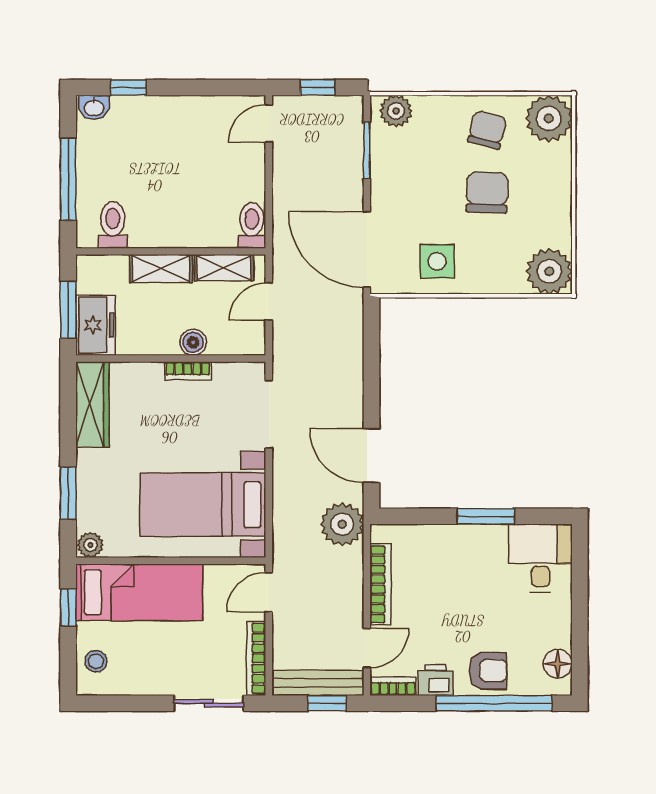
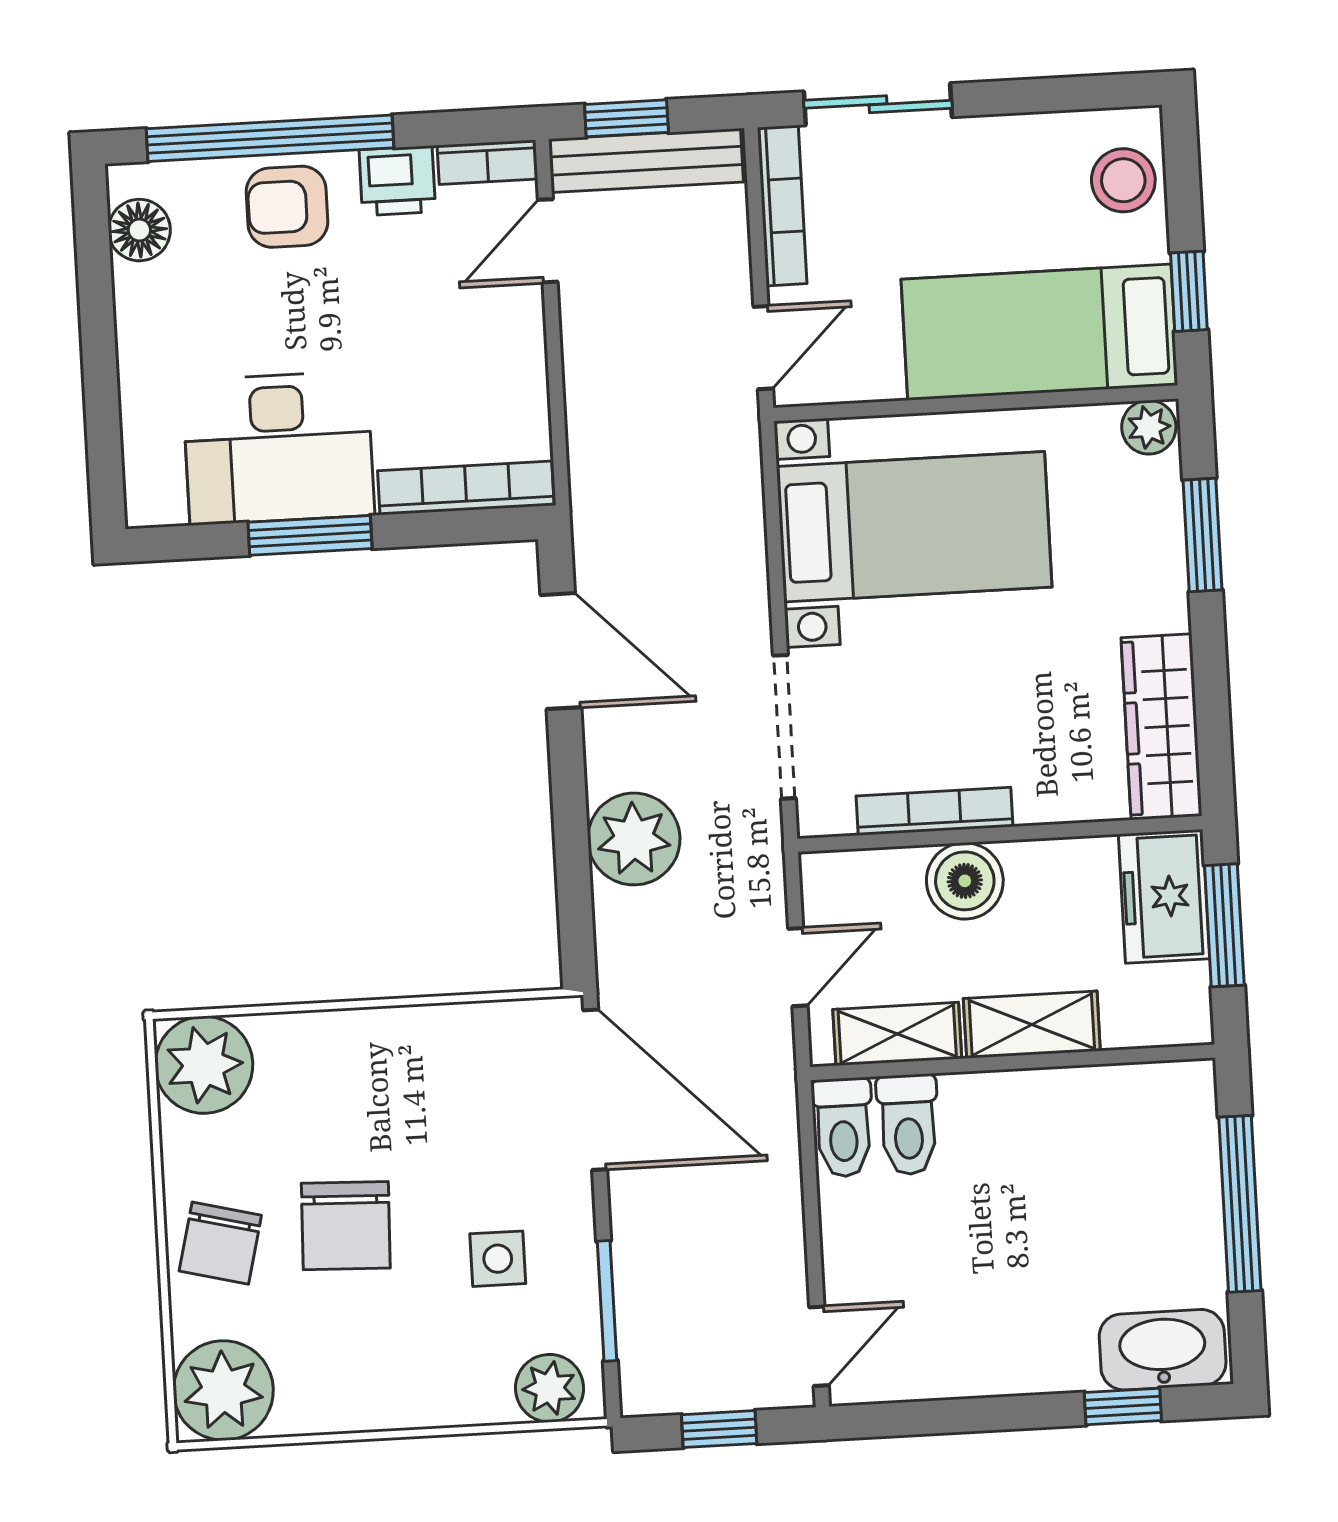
washbasin: (94, 107) -> (1163, 1350), width x1.91, depth x1.45
chair: (487, 130) -> (220, 1243), moved
toilet: (113, 225) -> (908, 1125), moved
side table: (437, 261) -> (498, 1259), moved, width x0.73, depth x0.73
boiler: (193, 342) -> (965, 881), width x1.36, depth x1.36
bookcase: (188, 371) -> (934, 811), width x1.56
plant: (342, 524) -> (634, 839), moved
desk: (541, 558) -> (278, 448), moved, width x1.37
bookcase: (380, 584) -> (466, 488), moved, turned 90
stool: (96, 661) -> (1123, 180), width x1.37, depth x1.37

